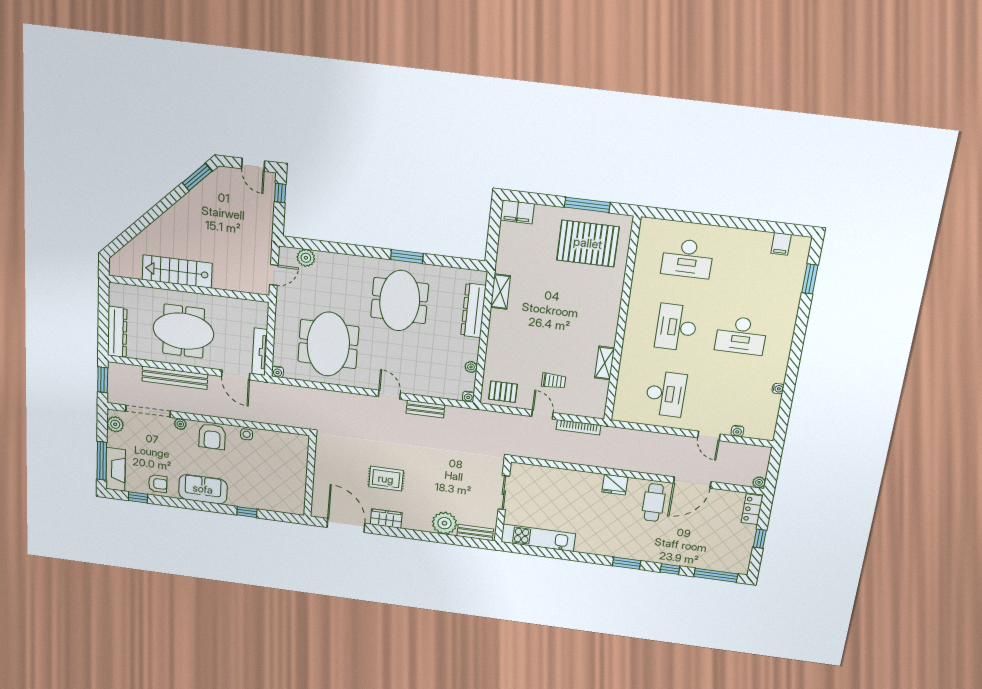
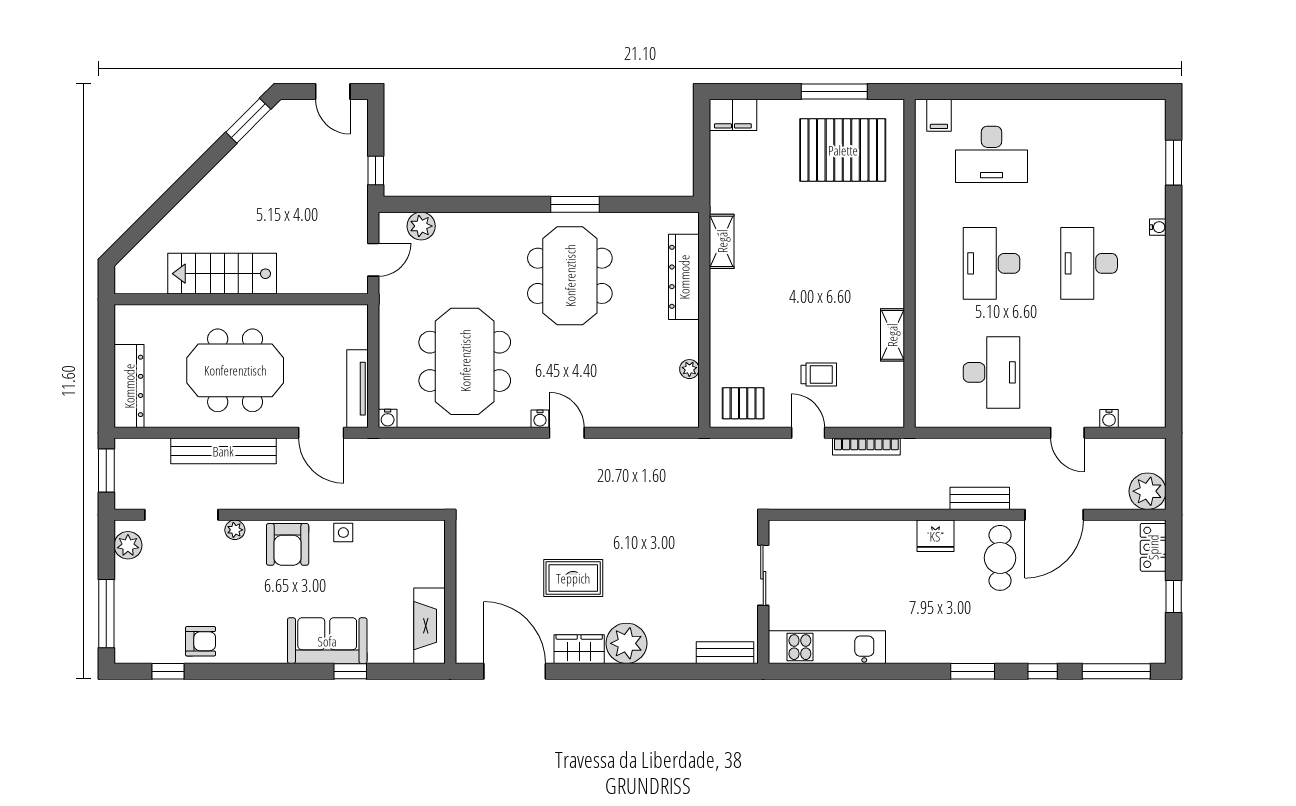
window: (280, 193) -> (376, 170), moved
filing cabinet: (781, 244) -> (939, 115), moved
desk: (741, 335) -> (1089, 263), turned 90
water cooler: (778, 389) -> (1158, 227), moved
water cooler: (468, 397) -> (540, 419), moved
bench: (425, 409) -> (980, 498), moved
fireplace: (116, 469) -> (429, 626), moved, turned 180
plant: (759, 482) -> (1148, 491), width x1.88, depth x1.88
sofa: (203, 489) -> (327, 641), moved
plant: (444, 523) -> (627, 643), moved

